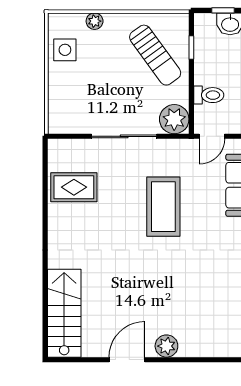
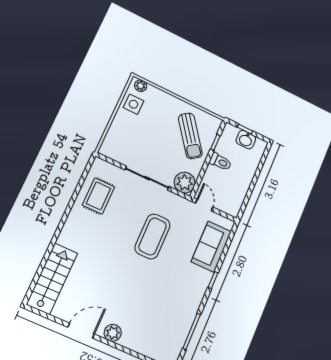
plant: (95, 21) -> (141, 86), moved
toilet: (209, 95) -> (220, 162), moved
door: (212, 136) -> (204, 205), swing flipped
rug: (74, 187) -> (98, 196), turned 90

